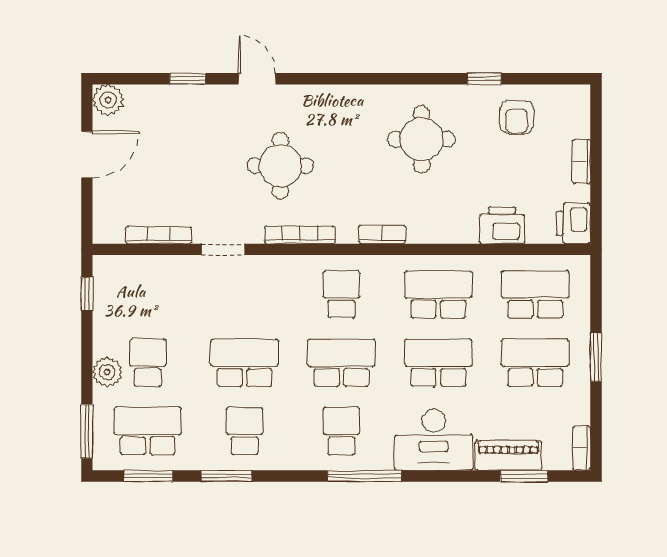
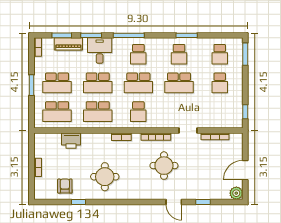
printer: (573, 223) -> (41, 141), removed
plant: (107, 372) -> (237, 79), removed
school desk: (148, 431) -> (220, 54), width x0.54
desk: (434, 440) -> (100, 51), width x0.73
window: (149, 476) -> (91, 35), moved

